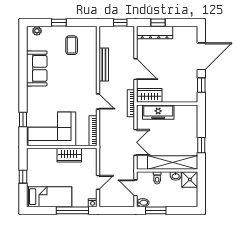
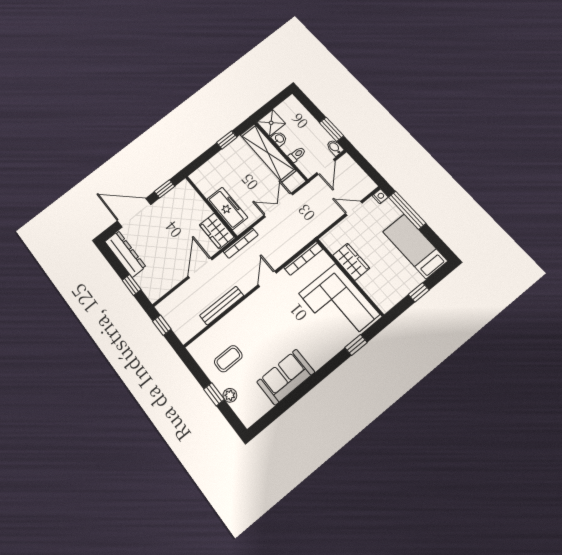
plant: (37, 31) -> (230, 395), moved
dresser: (155, 33) -> (125, 254), moved

